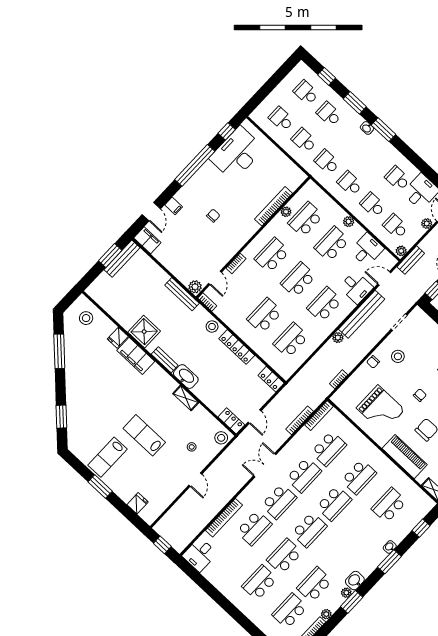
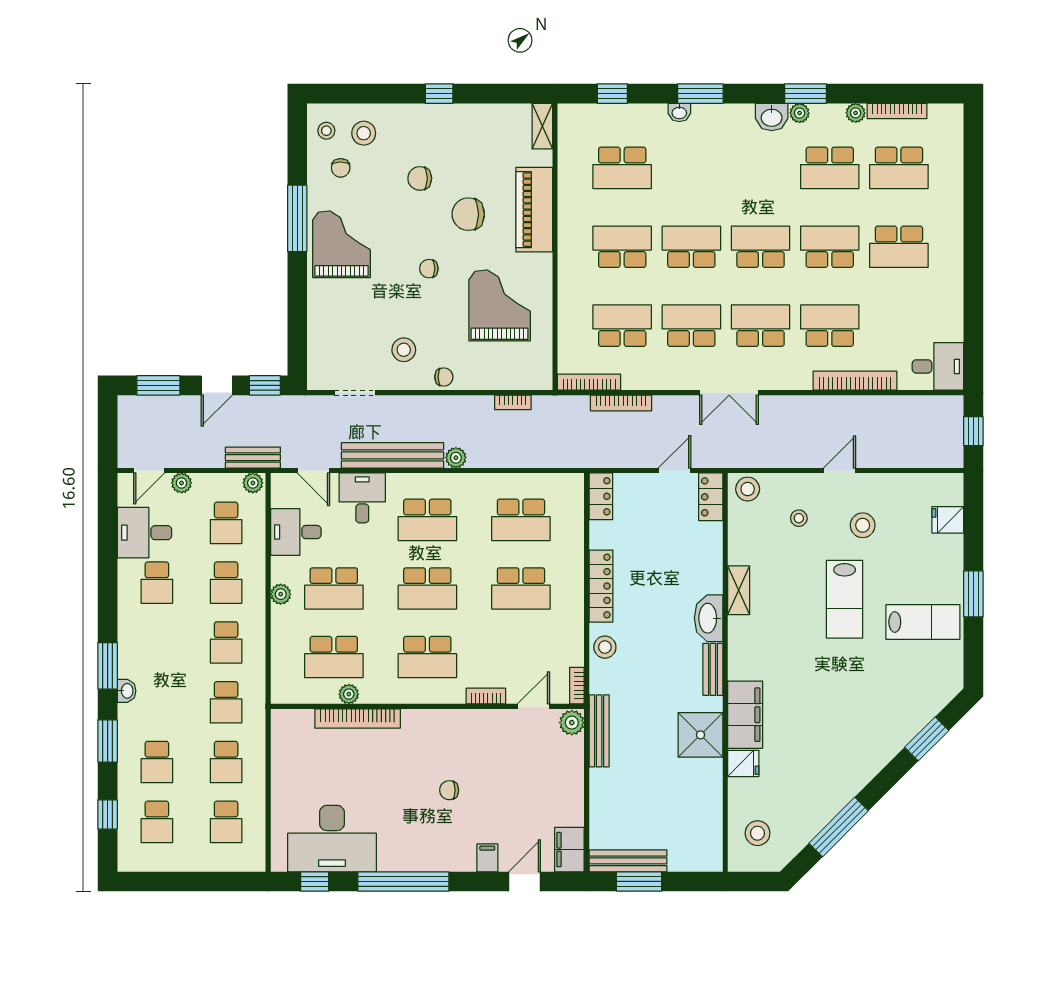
stool: (166, 469) -> (863, 525), added
school desk: (284, 556) -> (830, 247), turned 180

